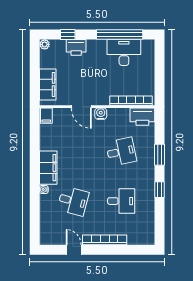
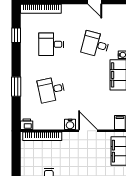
printer: (142, 117) -> (27, 124), width x0.53, depth x0.68
window: (159, 190) -> (16, 35), moved
bookcase: (105, 240) -> (41, 9), moved

